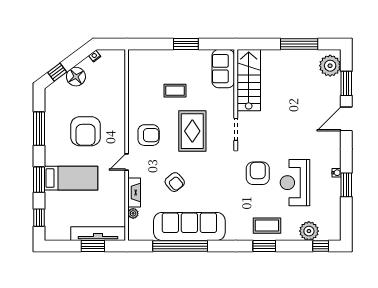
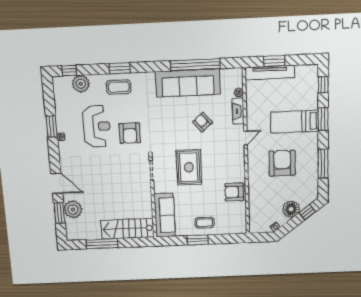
plant: (330, 66) -> (73, 209), moved
sofa: (223, 69) -> (165, 215), width x1.36
stairs: (249, 80) -> (127, 229), moved, turned 90
coffee table: (175, 91) -> (205, 223), moved
door: (346, 119) -> (57, 183), hinge flipped
armchair: (149, 135) -> (234, 192), moved

